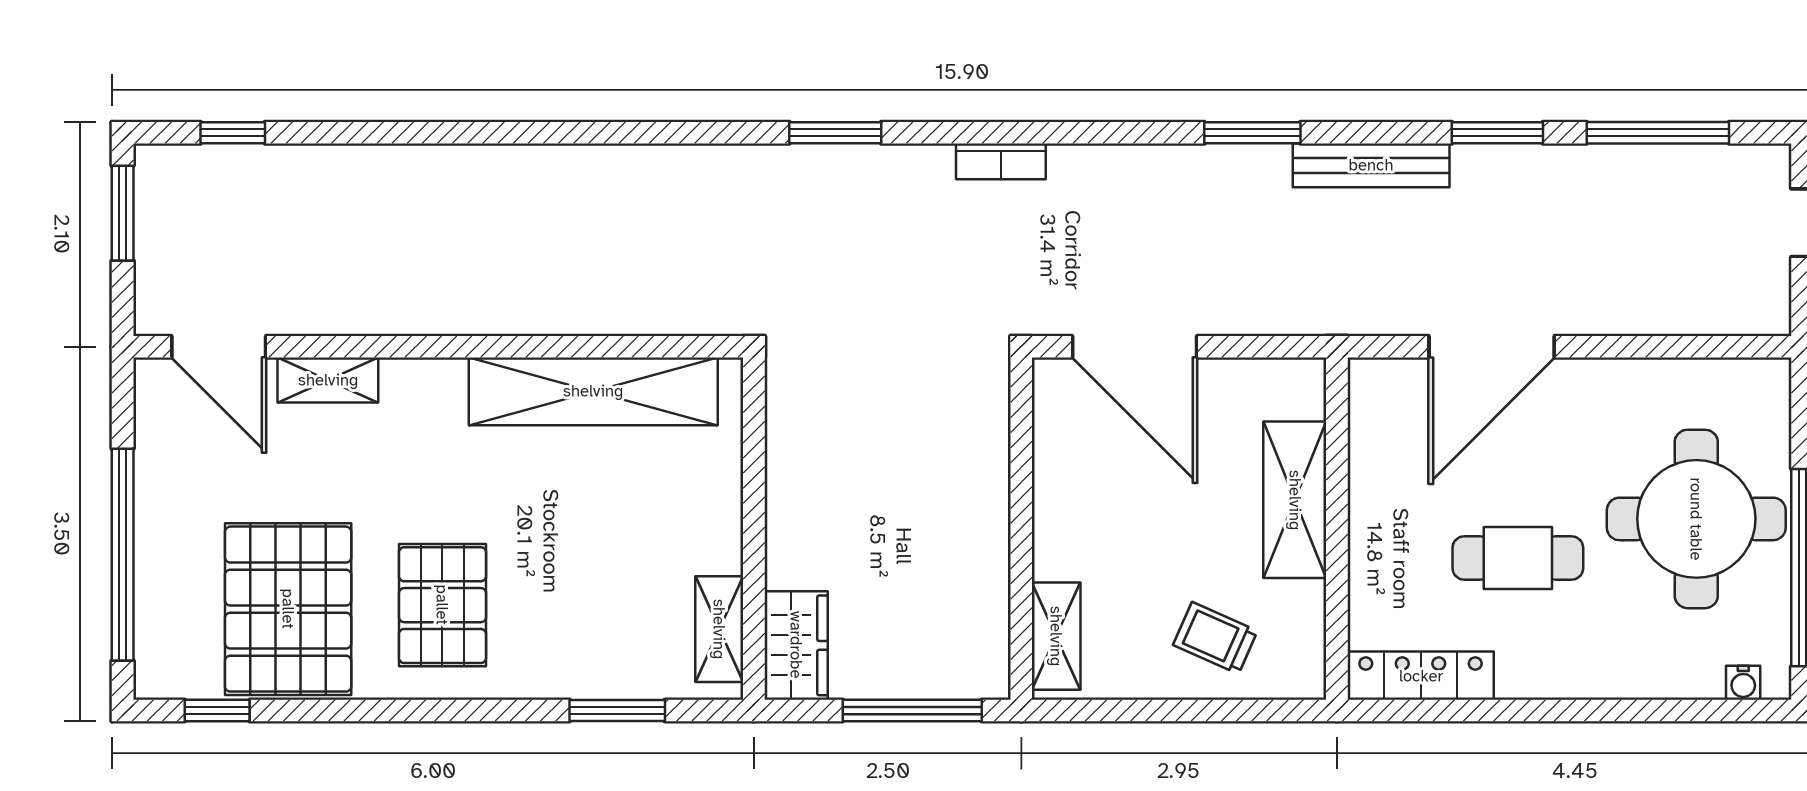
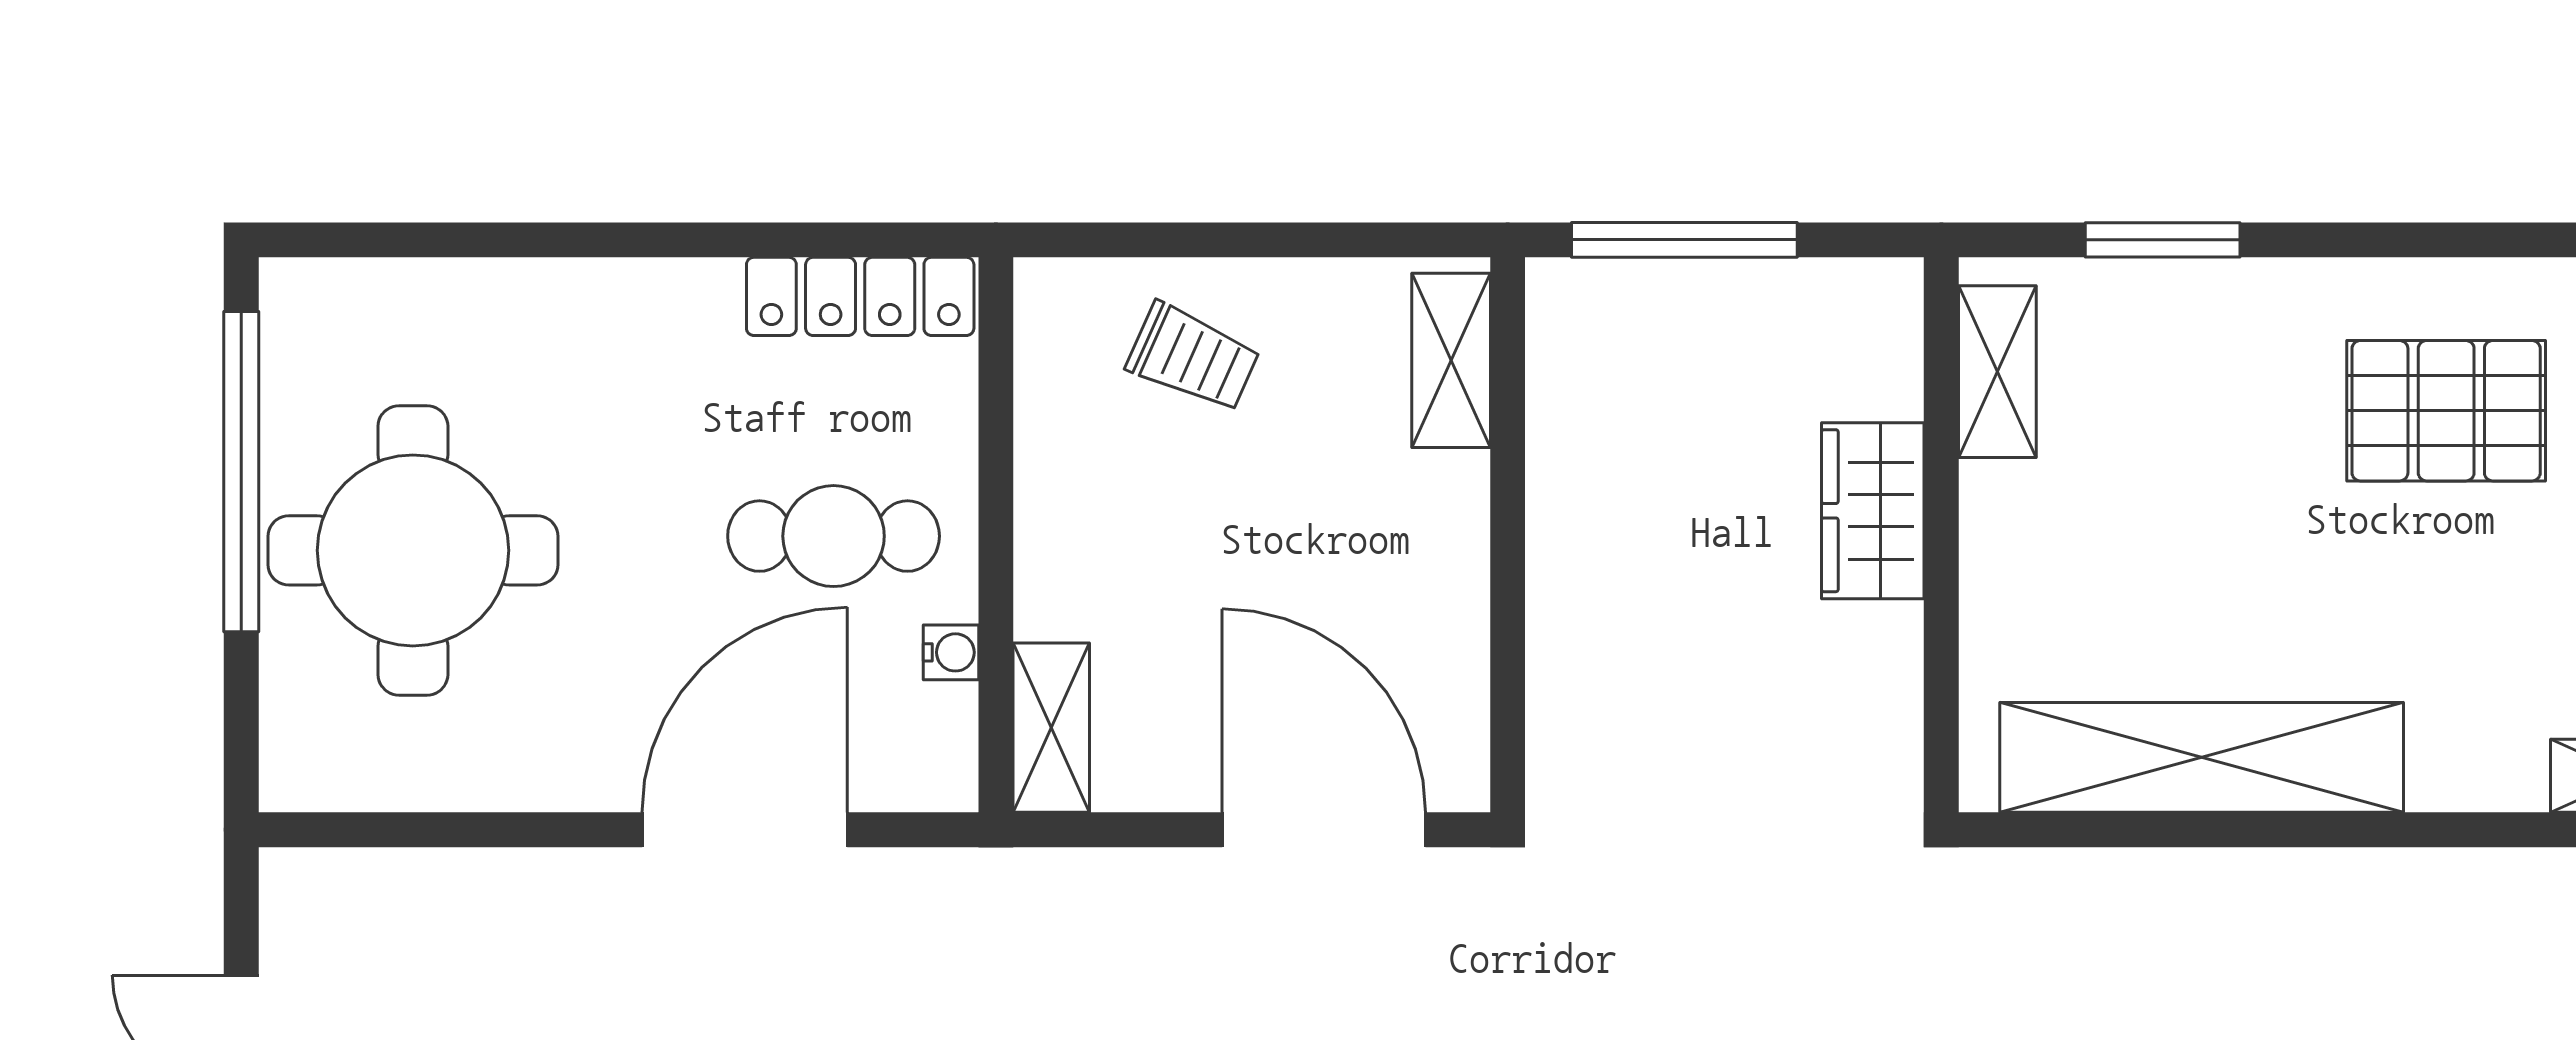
shelving: (1295, 500) -> (1051, 728), moved, width x0.67, depth x0.75
cafe table: (1518, 558) -> (834, 536), moved
pallet: (442, 605) -> (2446, 411), turned 90
wardrobe: (796, 645) -> (1873, 511), moved
water cooler: (1743, 683) -> (951, 652), moved, turned 90

